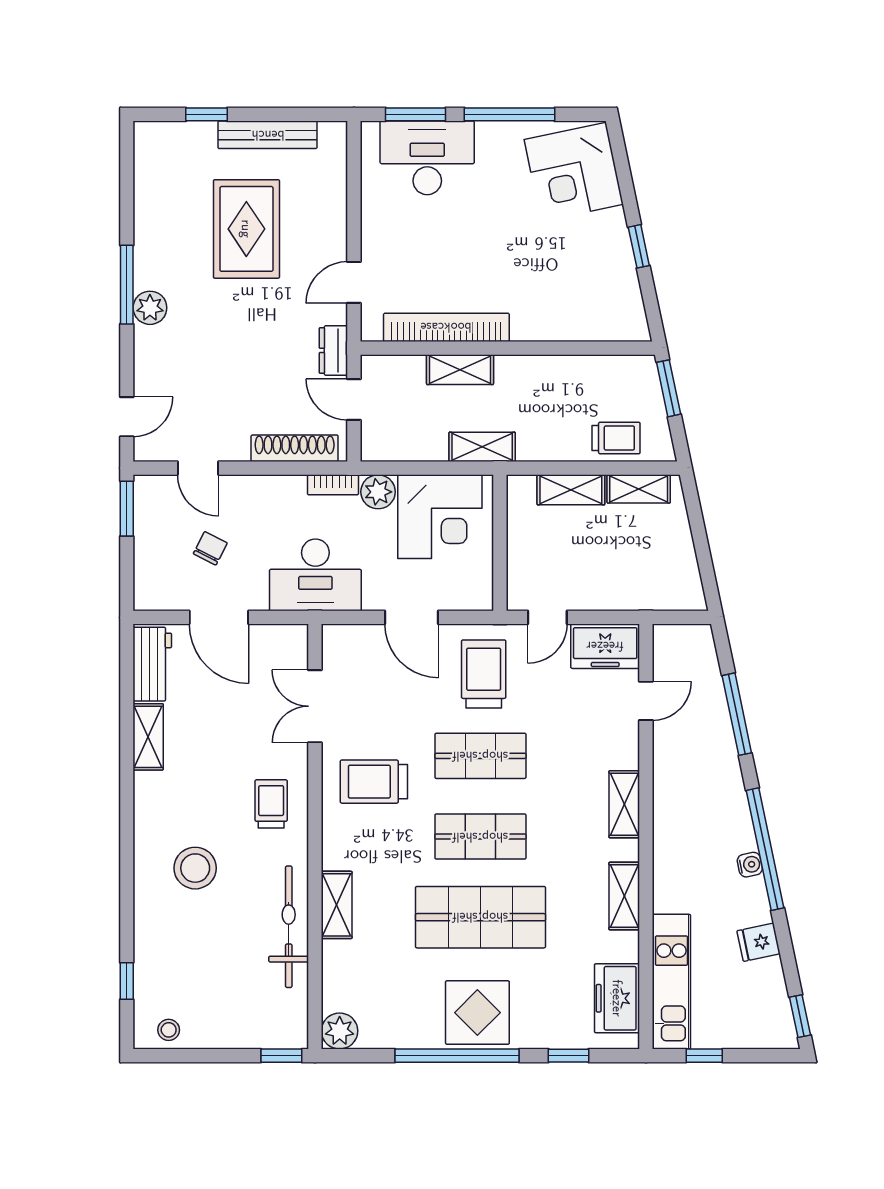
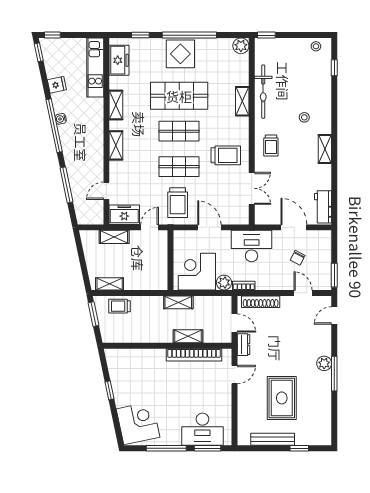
window: (669, 388) -> (94, 314), moved
shelving: (571, 490) -> (114, 237), moved
shelving: (148, 737) -> (325, 149), moved
stool: (195, 868) -> (304, 117), width x0.53, depth x0.53
window: (704, 1056) -> (52, 35), moved

